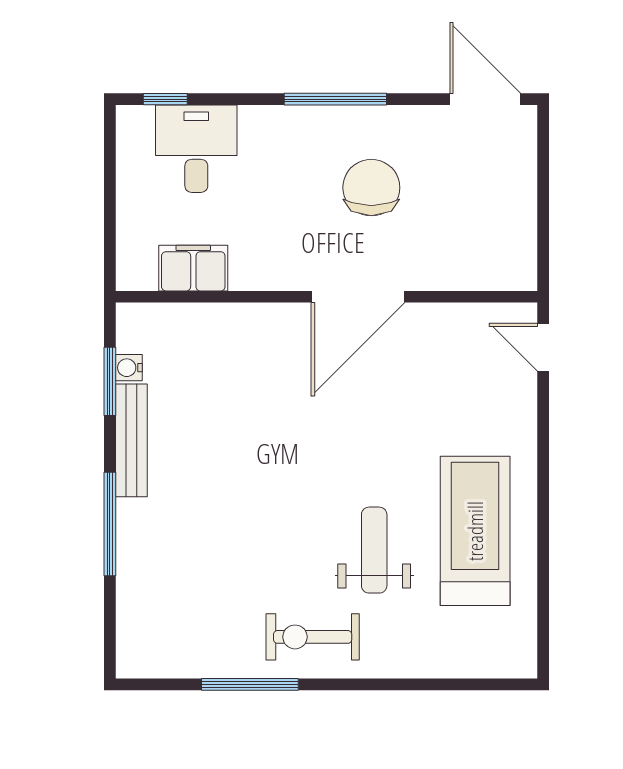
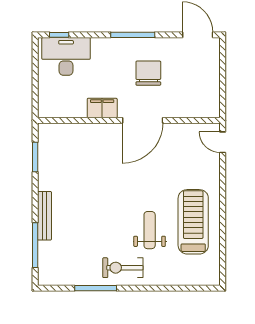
desk: (196, 149) -> (66, 56), width x1.37
filing cabinet: (193, 268) -> (102, 108), moved
water cooler: (129, 368) -> (43, 151), removed
bench: (131, 440) -> (44, 216), moved
window: (110, 524) -> (35, 245), moved

